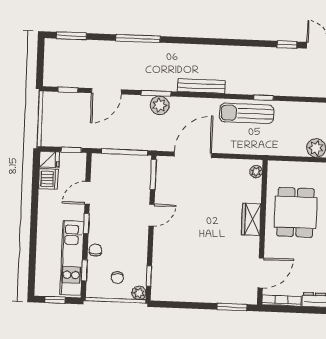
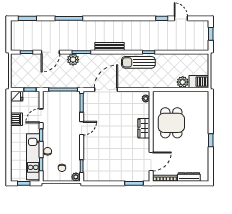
plant: (160, 105) -> (73, 60), moved
dishwasher: (48, 179) -> (16, 119), moved

